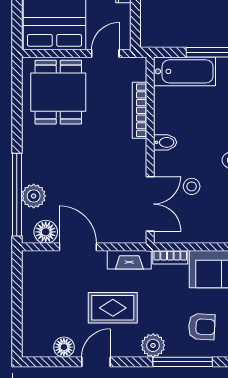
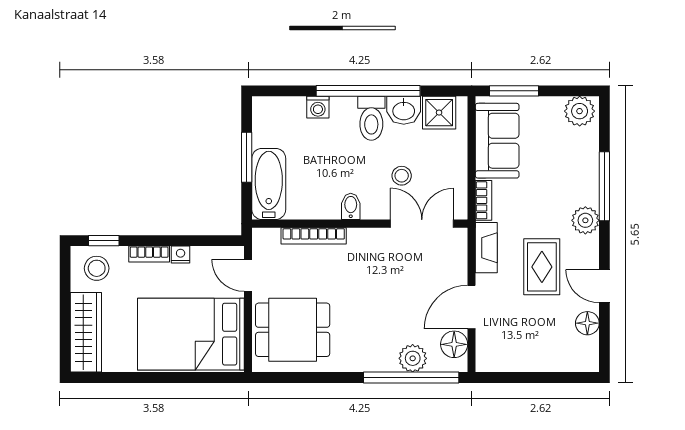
armchair: (202, 327) -> (564, 164), removed

